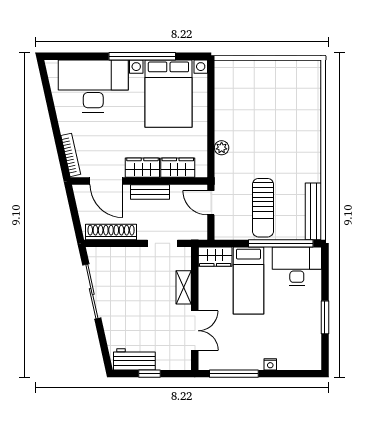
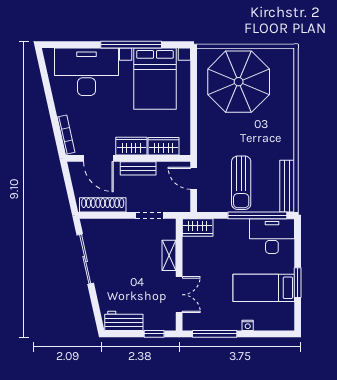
parasol: (260, 97) -> (239, 82), added
plant: (222, 148) -> (203, 128), removed
bed: (248, 281) -> (264, 288), moved, turned 90
window: (149, 374) -> (154, 334), moved

